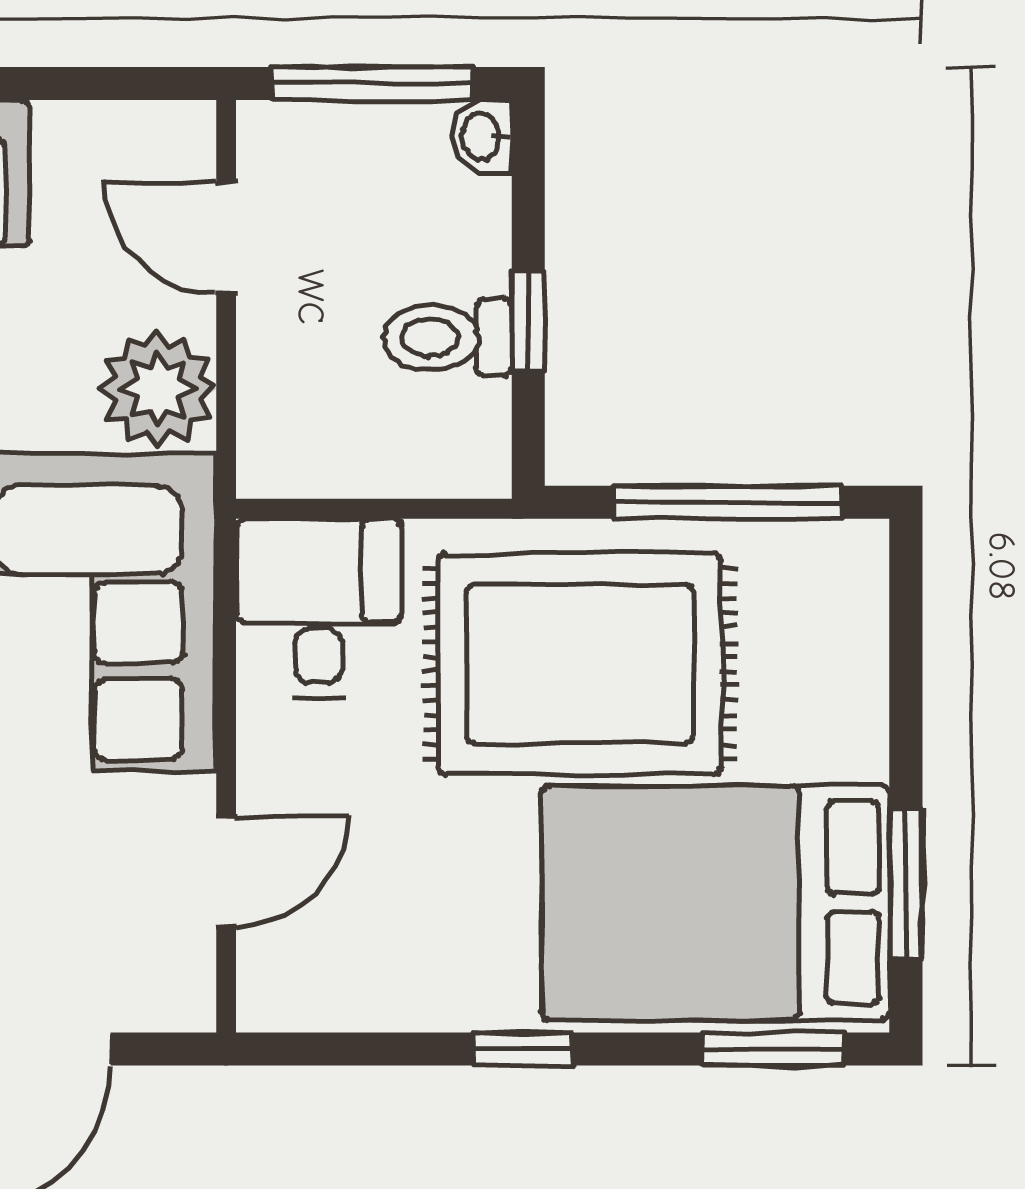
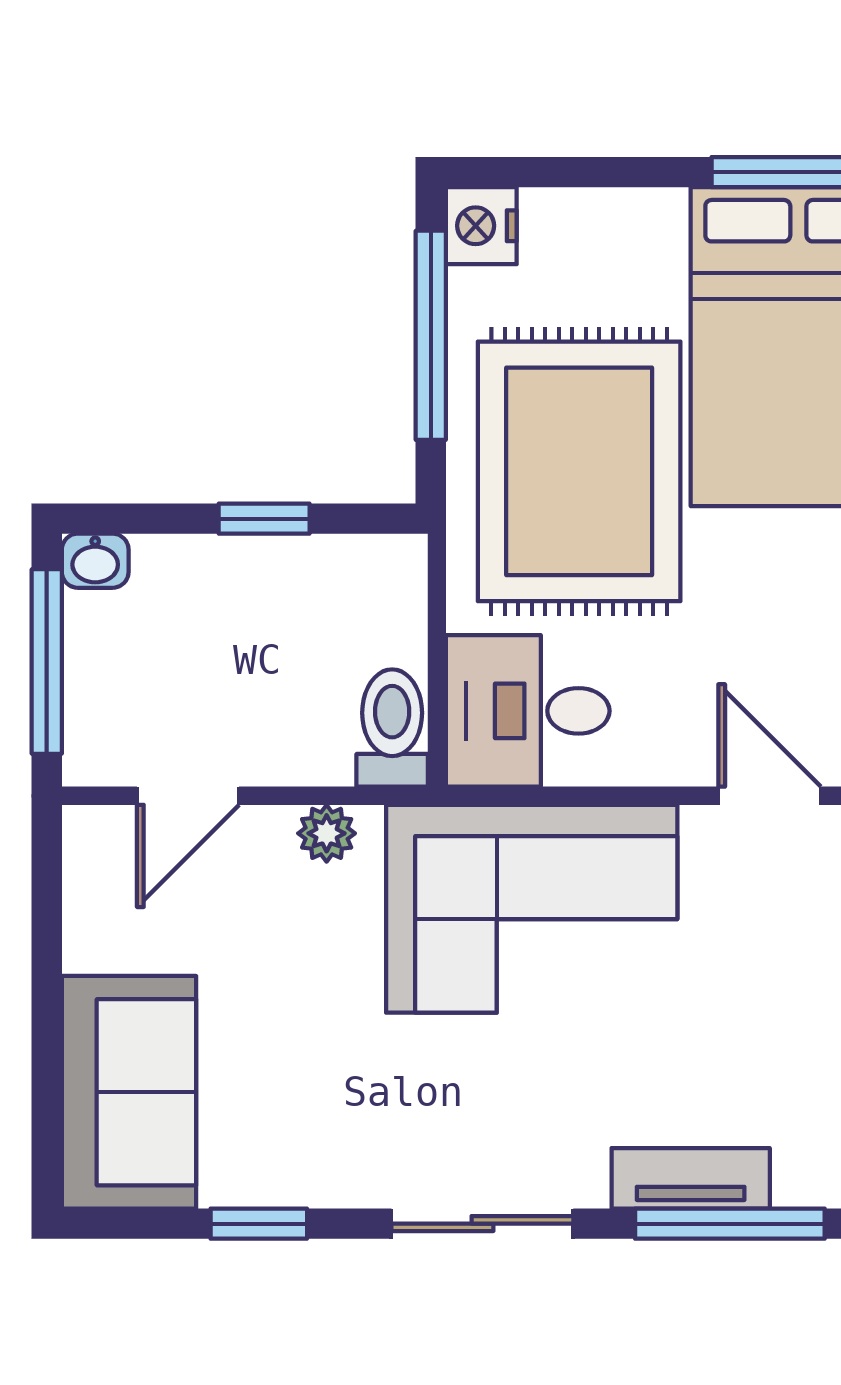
toilet: (448, 337) -> (392, 728), moved, turned 180
plant: (158, 389) -> (327, 833), width x0.53, depth x0.53
nightstand: (848, 557) -> (481, 226), added

